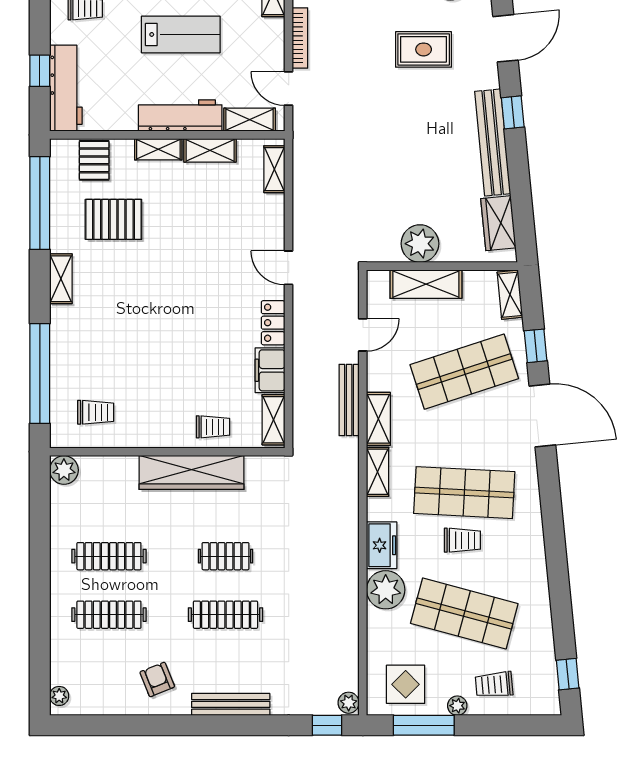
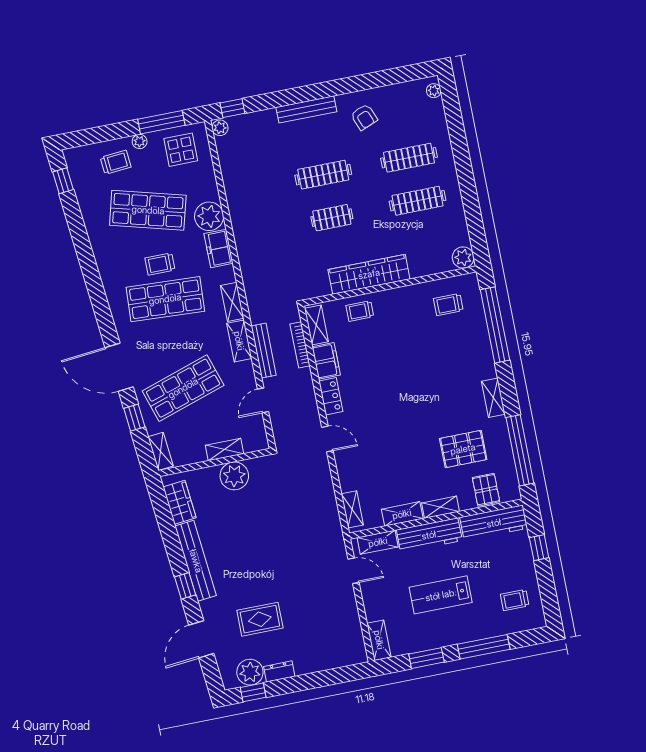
bookcase: (300, 38) -> (300, 345), moved
workbench: (66, 88) -> (494, 523), moved, turned -90
shelving: (426, 284) -> (225, 450), width x0.67, depth x0.75

